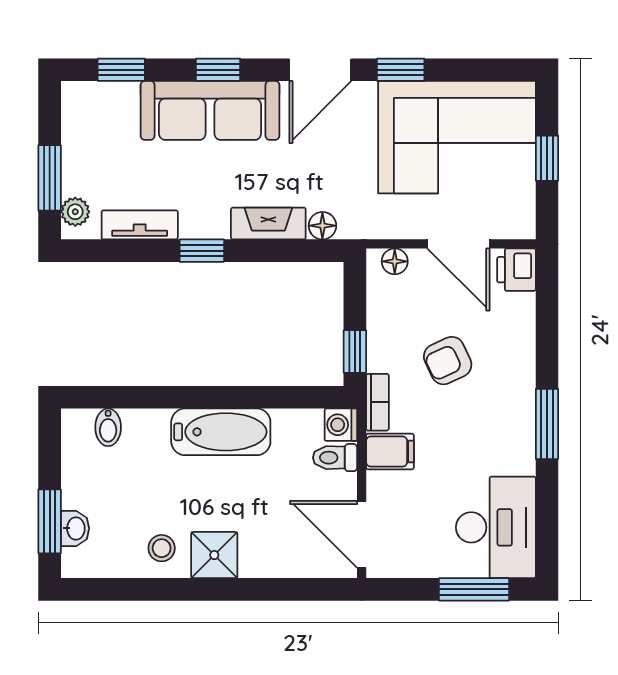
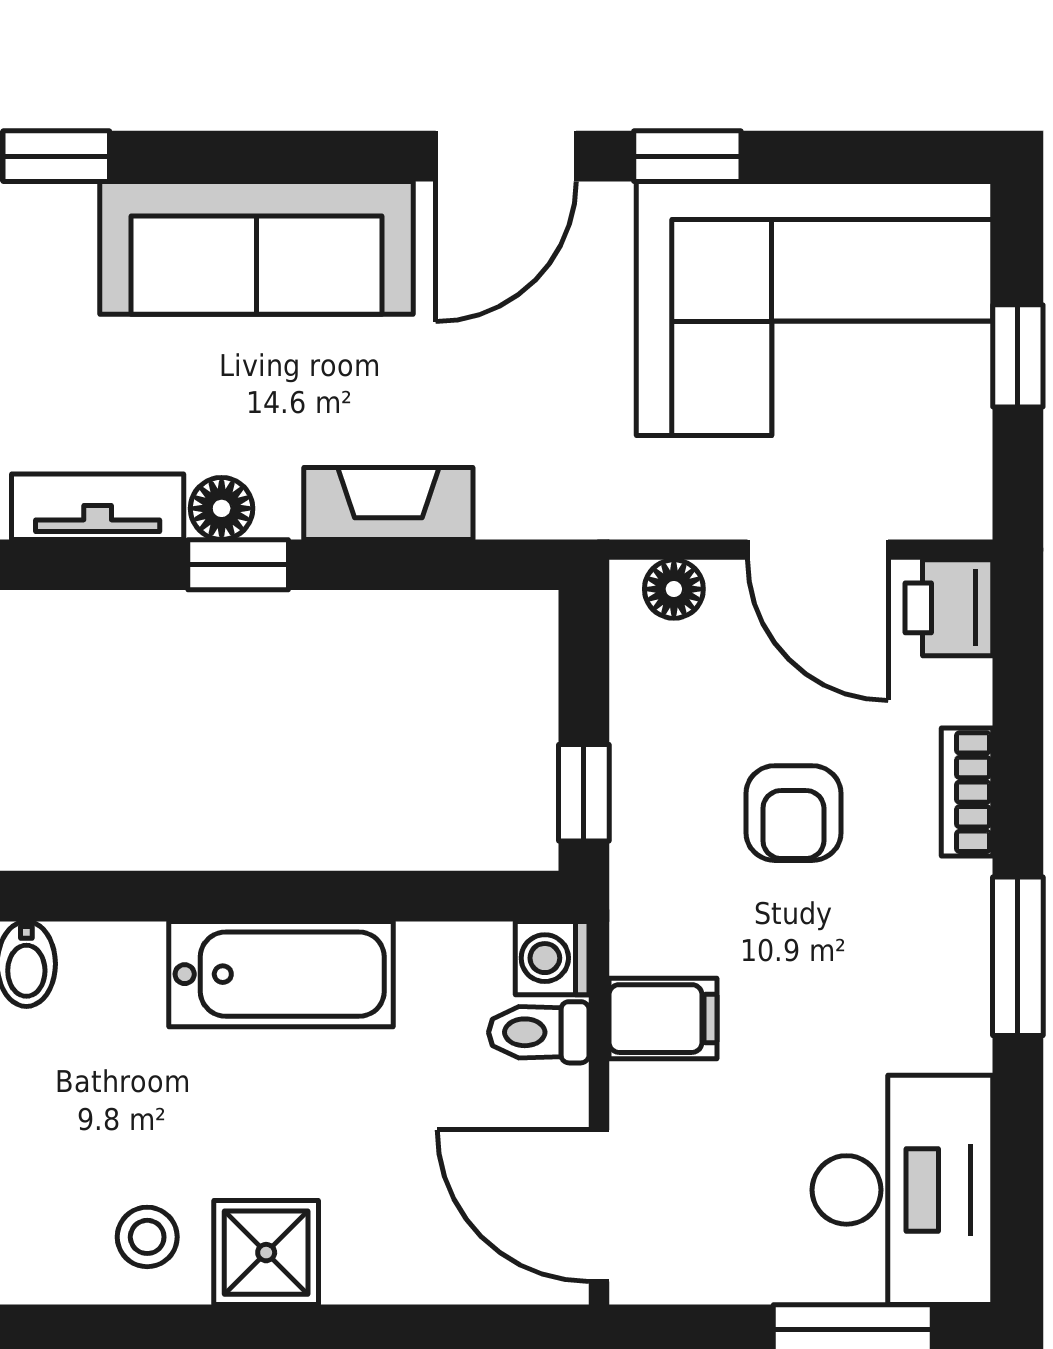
window: (218, 70) -> (275, 156), removed
floor lamp: (322, 226) -> (222, 508), moved
armchair: (448, 361) -> (793, 813), turned -65
bookcase: (377, 402) -> (967, 792), moved, turned 180

